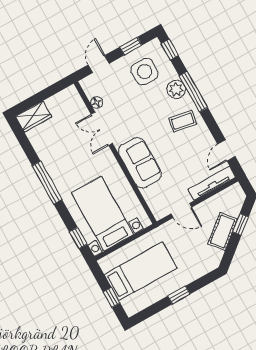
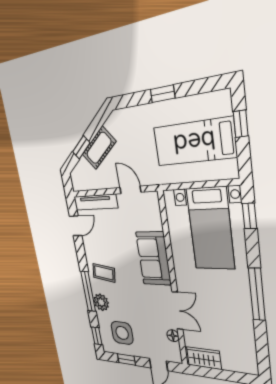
wardrobe: (34, 117) -> (204, 358), moved

